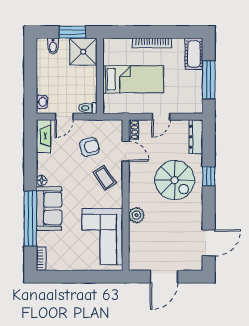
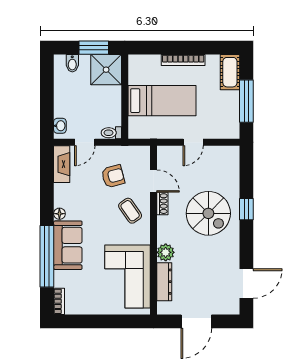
shoe rack: (133, 130) -> (162, 204), moved
dresser: (196, 137) -> (164, 282), moved, turned 180

